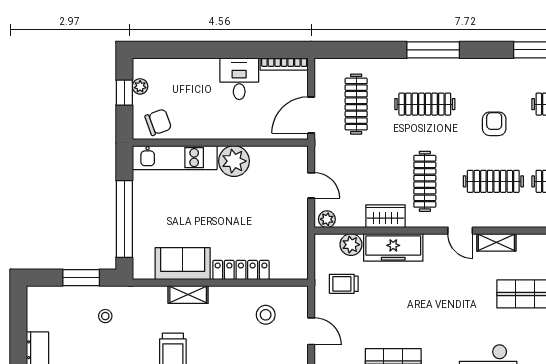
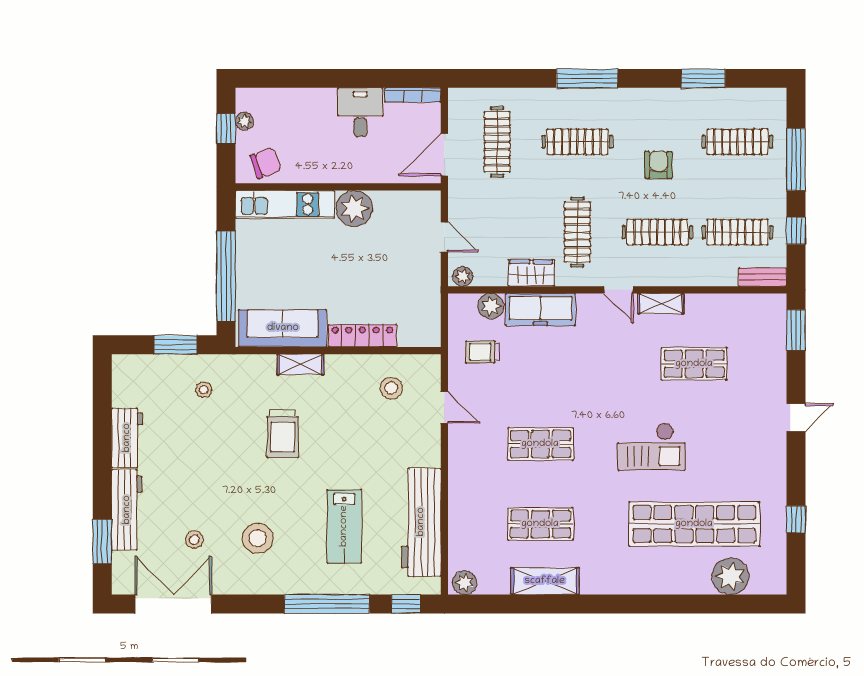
sofa: (183, 264) -> (283, 328), width x1.36

